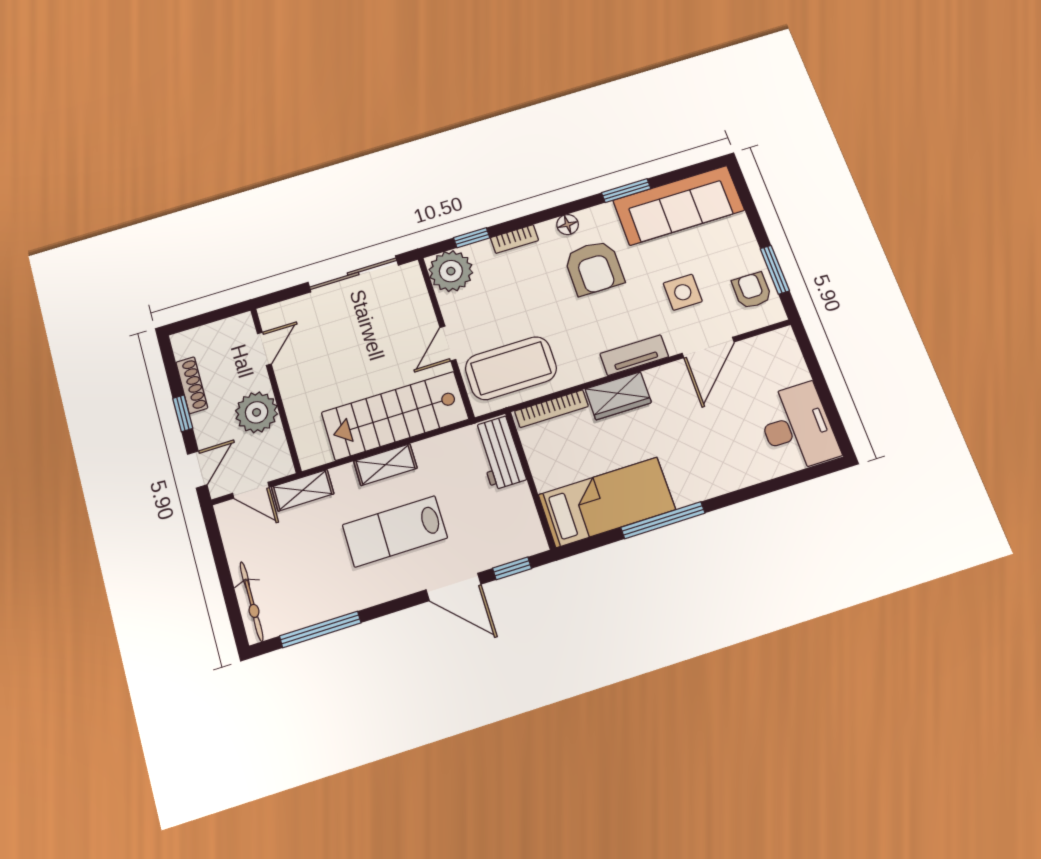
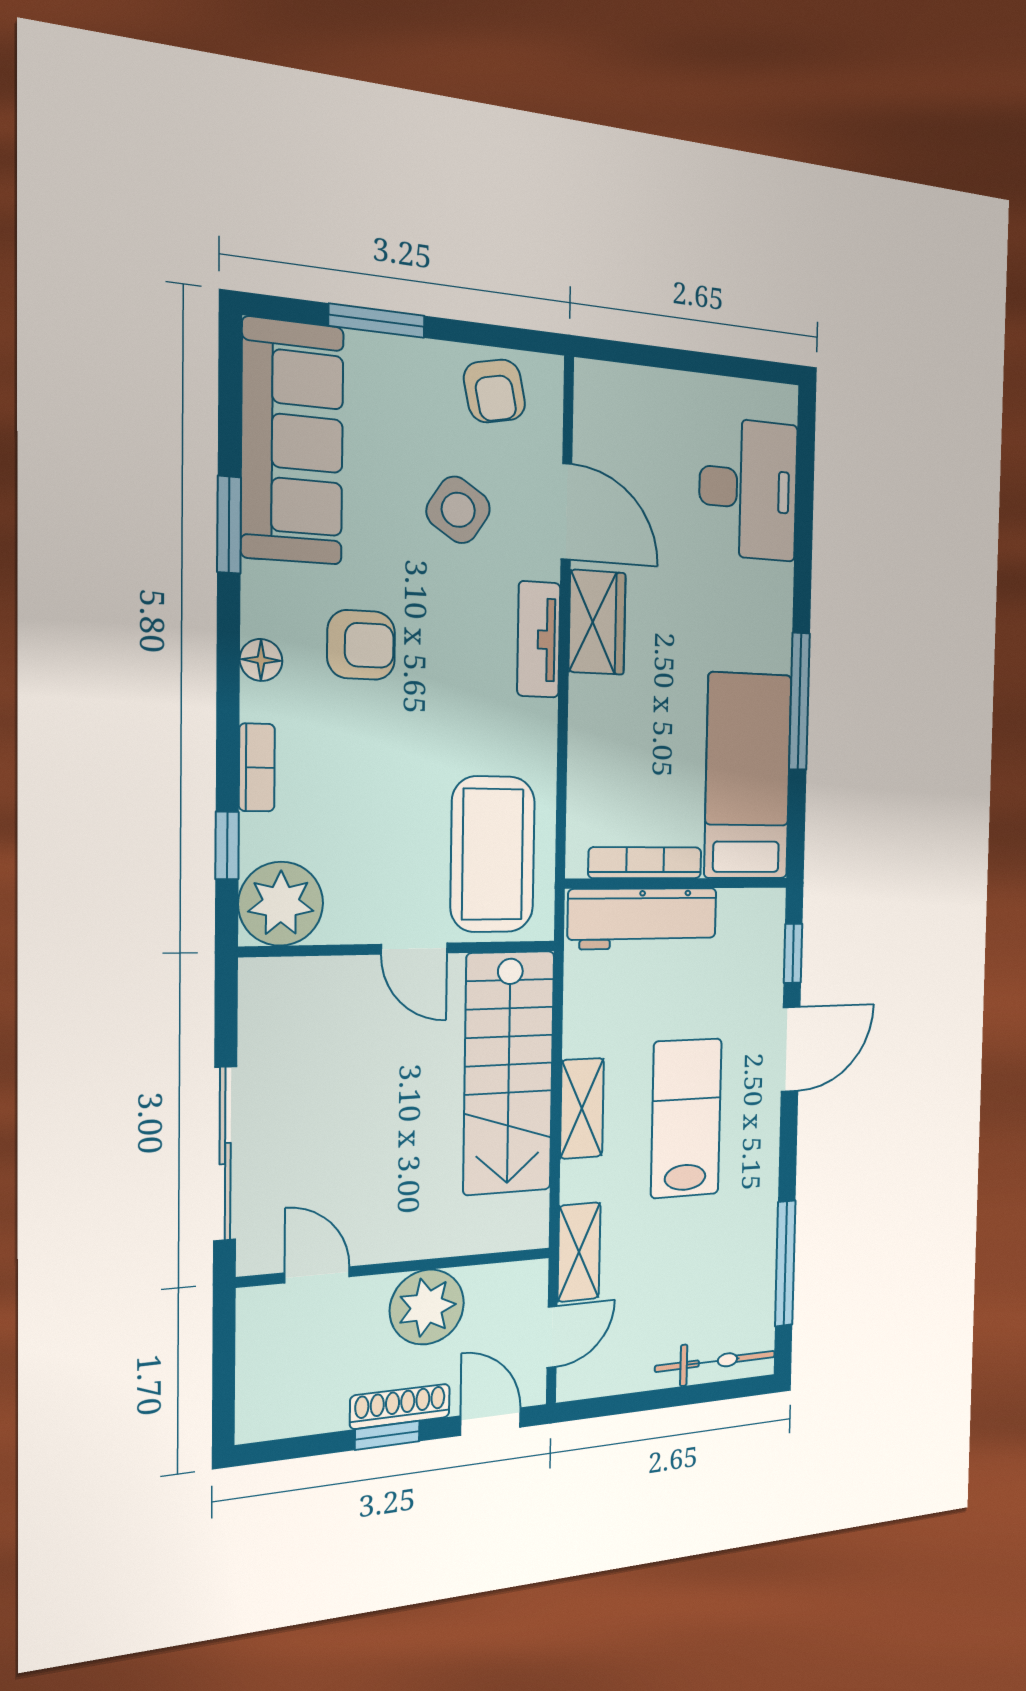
armchair: (594, 268) -> (361, 645), width x0.72, depth x0.72
window: (775, 270) -> (377, 321), moved
sliding door: (353, 274) -> (225, 1154), moved
armchair: (752, 290) -> (495, 391), turned -102
side table: (683, 292) -> (458, 510), turned 33
shoe rack: (192, 385) -> (400, 1406), moved
wardrobe: (618, 396) -> (597, 622), moved
bookcase: (551, 409) -> (645, 863), moved, turned -90
desk: (797, 427) -> (748, 489), moved, turned 90
workbench: (499, 453) -> (643, 919), width x1.38
lab bench: (395, 531) -> (686, 1118), turned 180

